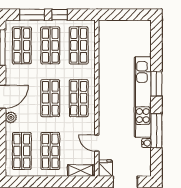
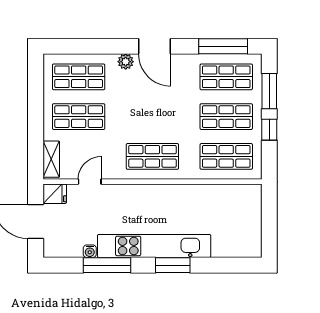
shop shelf: (50, 98) -> (152, 117), removed

